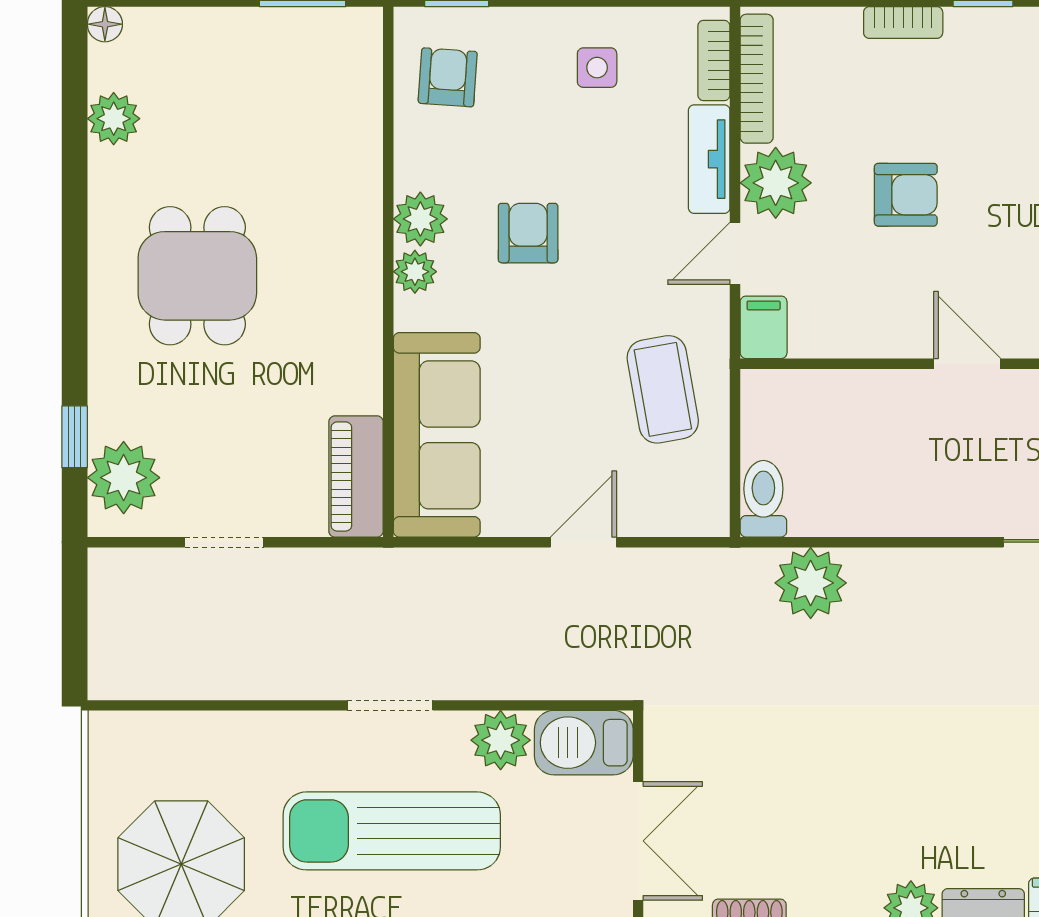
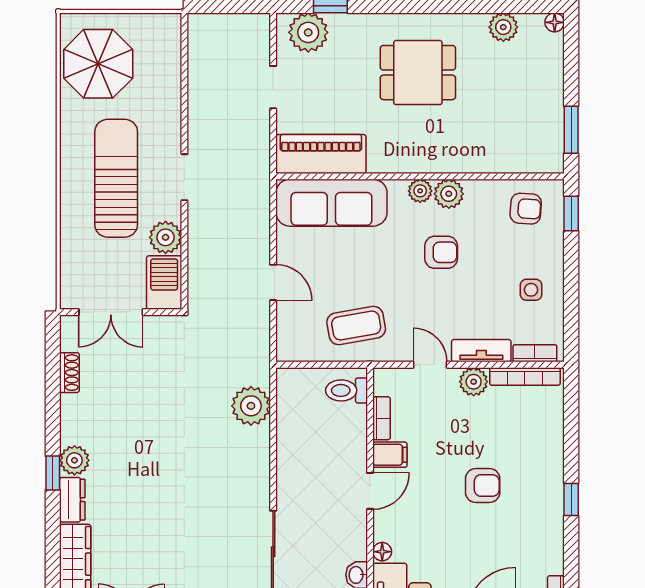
bookcase: (903, 22) -> (382, 418), moved, turned 180
plant: (776, 183) -> (474, 382), width x0.73, depth x0.73
armchair: (906, 195) -> (483, 485), moved, turned -90
filing cabinet: (764, 327) -> (390, 455), moved
piano: (356, 476) -> (321, 154), width x1.37, depth x1.33
toilet: (763, 499) -> (347, 390), moved, turned 180

